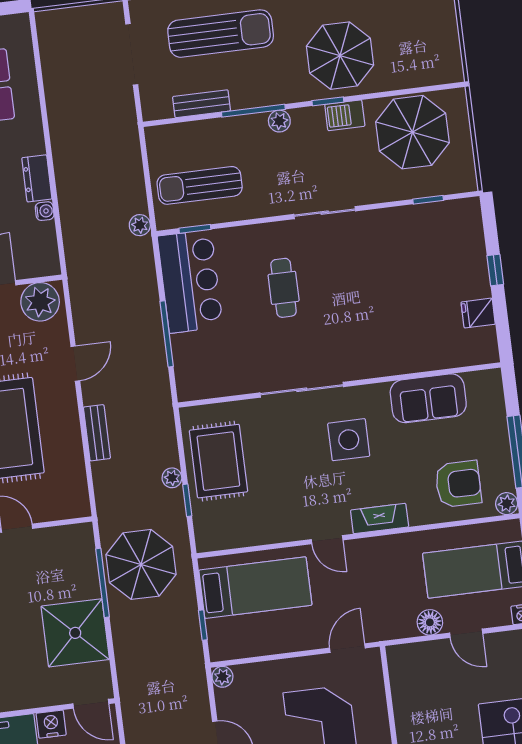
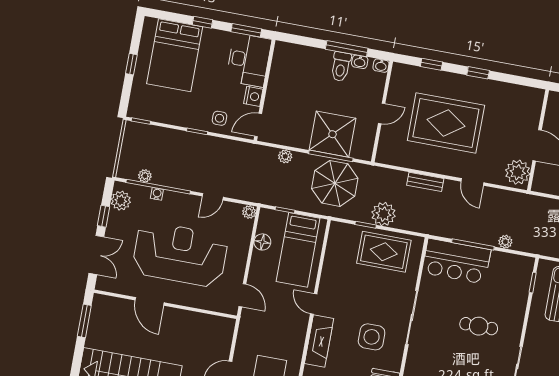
plant: (140, 225) -> (505, 242), moved
bar counter: (190, 281) -> (456, 261), moved
plant: (172, 478) -> (384, 214), width x1.88, depth x1.88
fireplace: (380, 518) -> (319, 341), width x1.37, depth x1.32
door: (327, 540) -> (314, 304), hinge flipped
floor lamp: (430, 622) -> (262, 242), moved
shower: (75, 633) -> (332, 134), moved
plant: (124, 650) -> (285, 156), added

